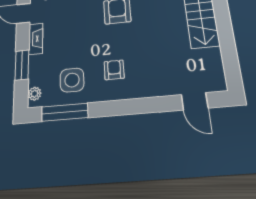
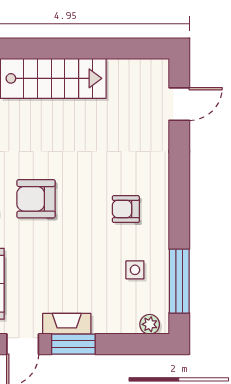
window: (22, 65) -> (73, 344), moved
side table: (72, 80) -> (135, 270), width x0.54, depth x0.54

